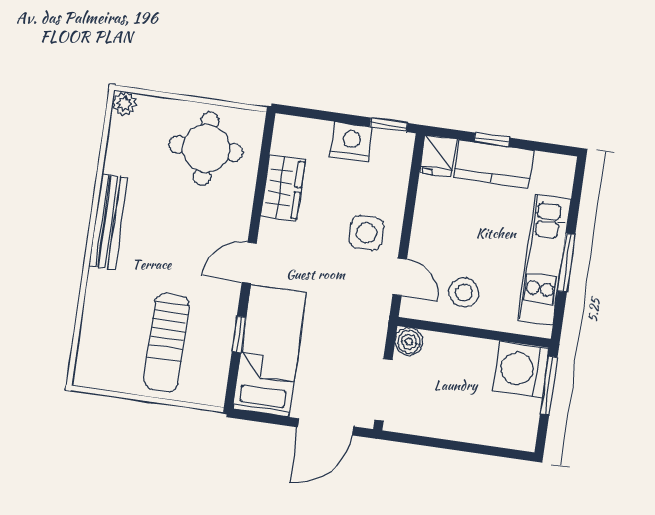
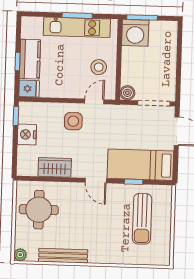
bench: (108, 222) -> (63, 256), moved
sun lounger: (167, 343) -> (142, 219), turned 90

